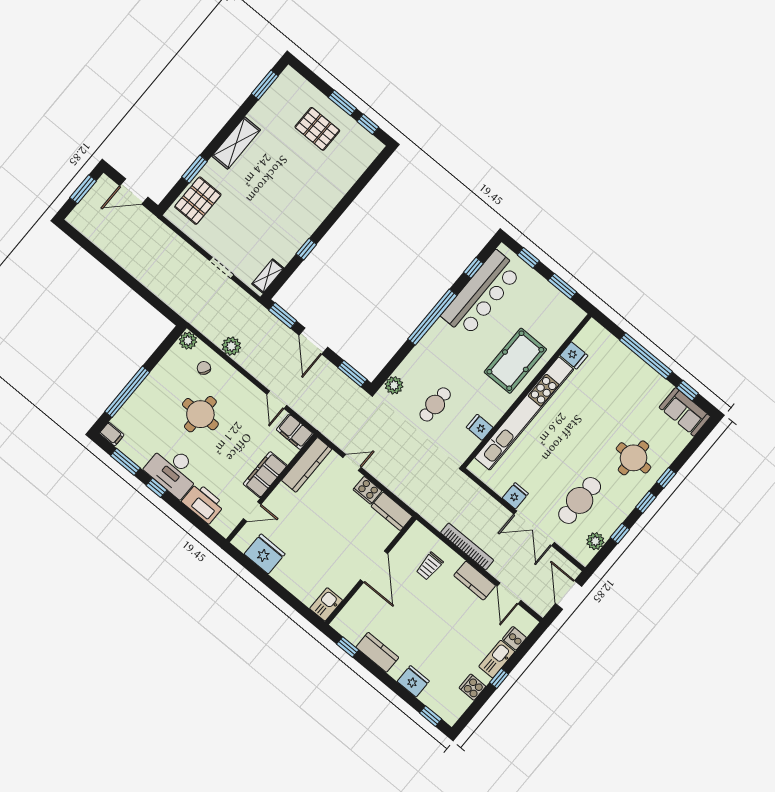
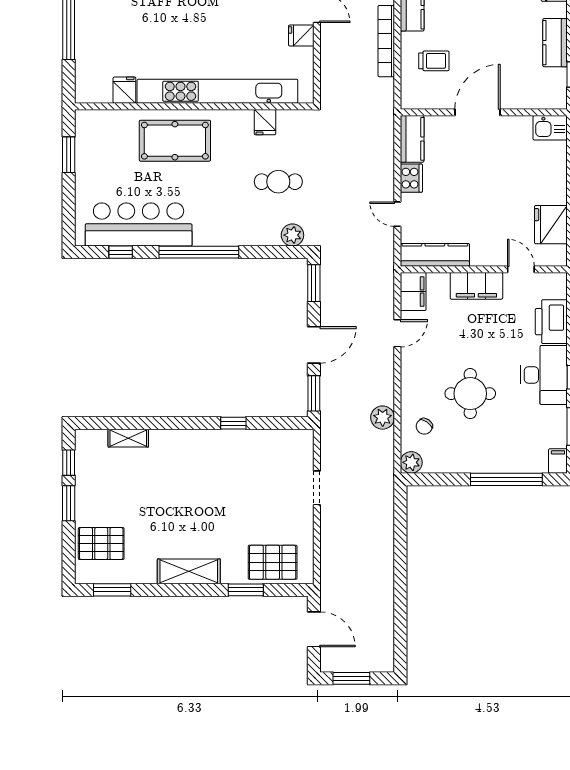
pallet: (317, 129) -> (101, 544), moved, turned 90
window: (528, 258) -> (69, 209), removed
shelving: (268, 276) -> (128, 438), moved

